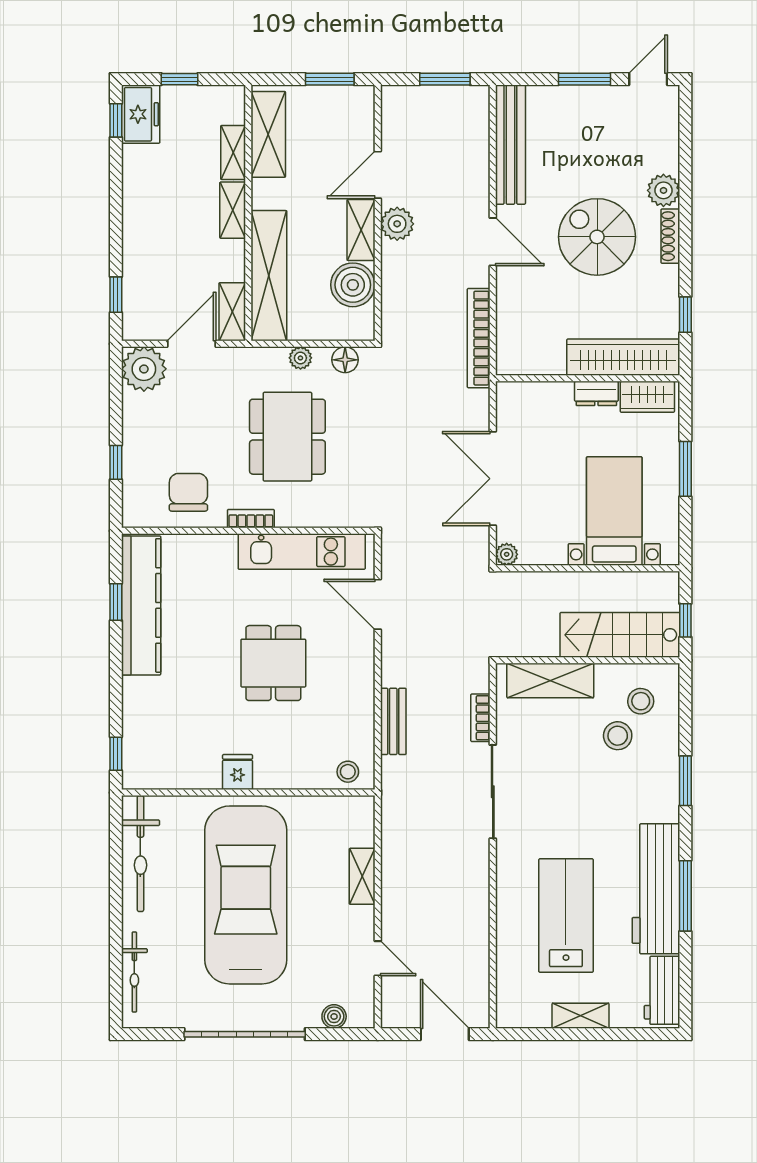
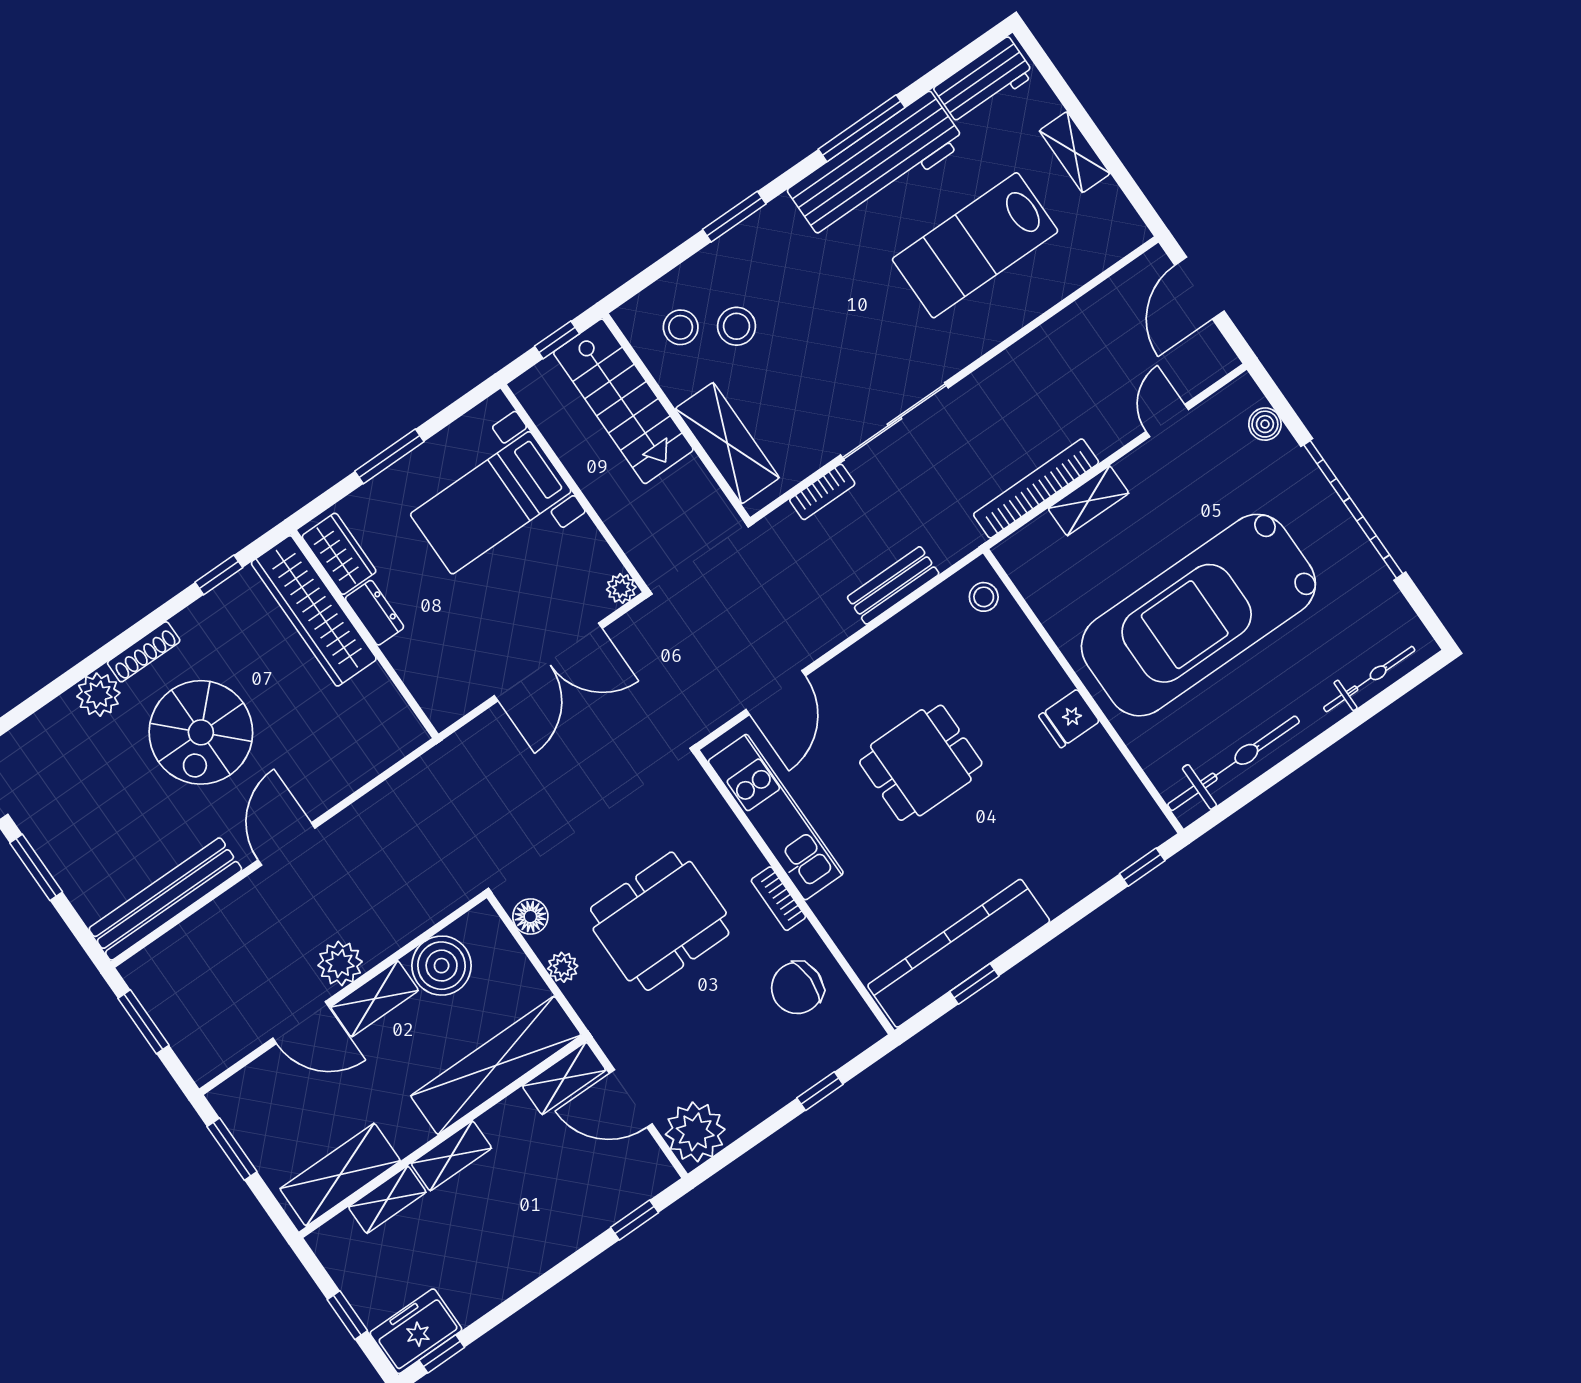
bookcase: (479, 338) -> (1036, 488), moved, turned 180

